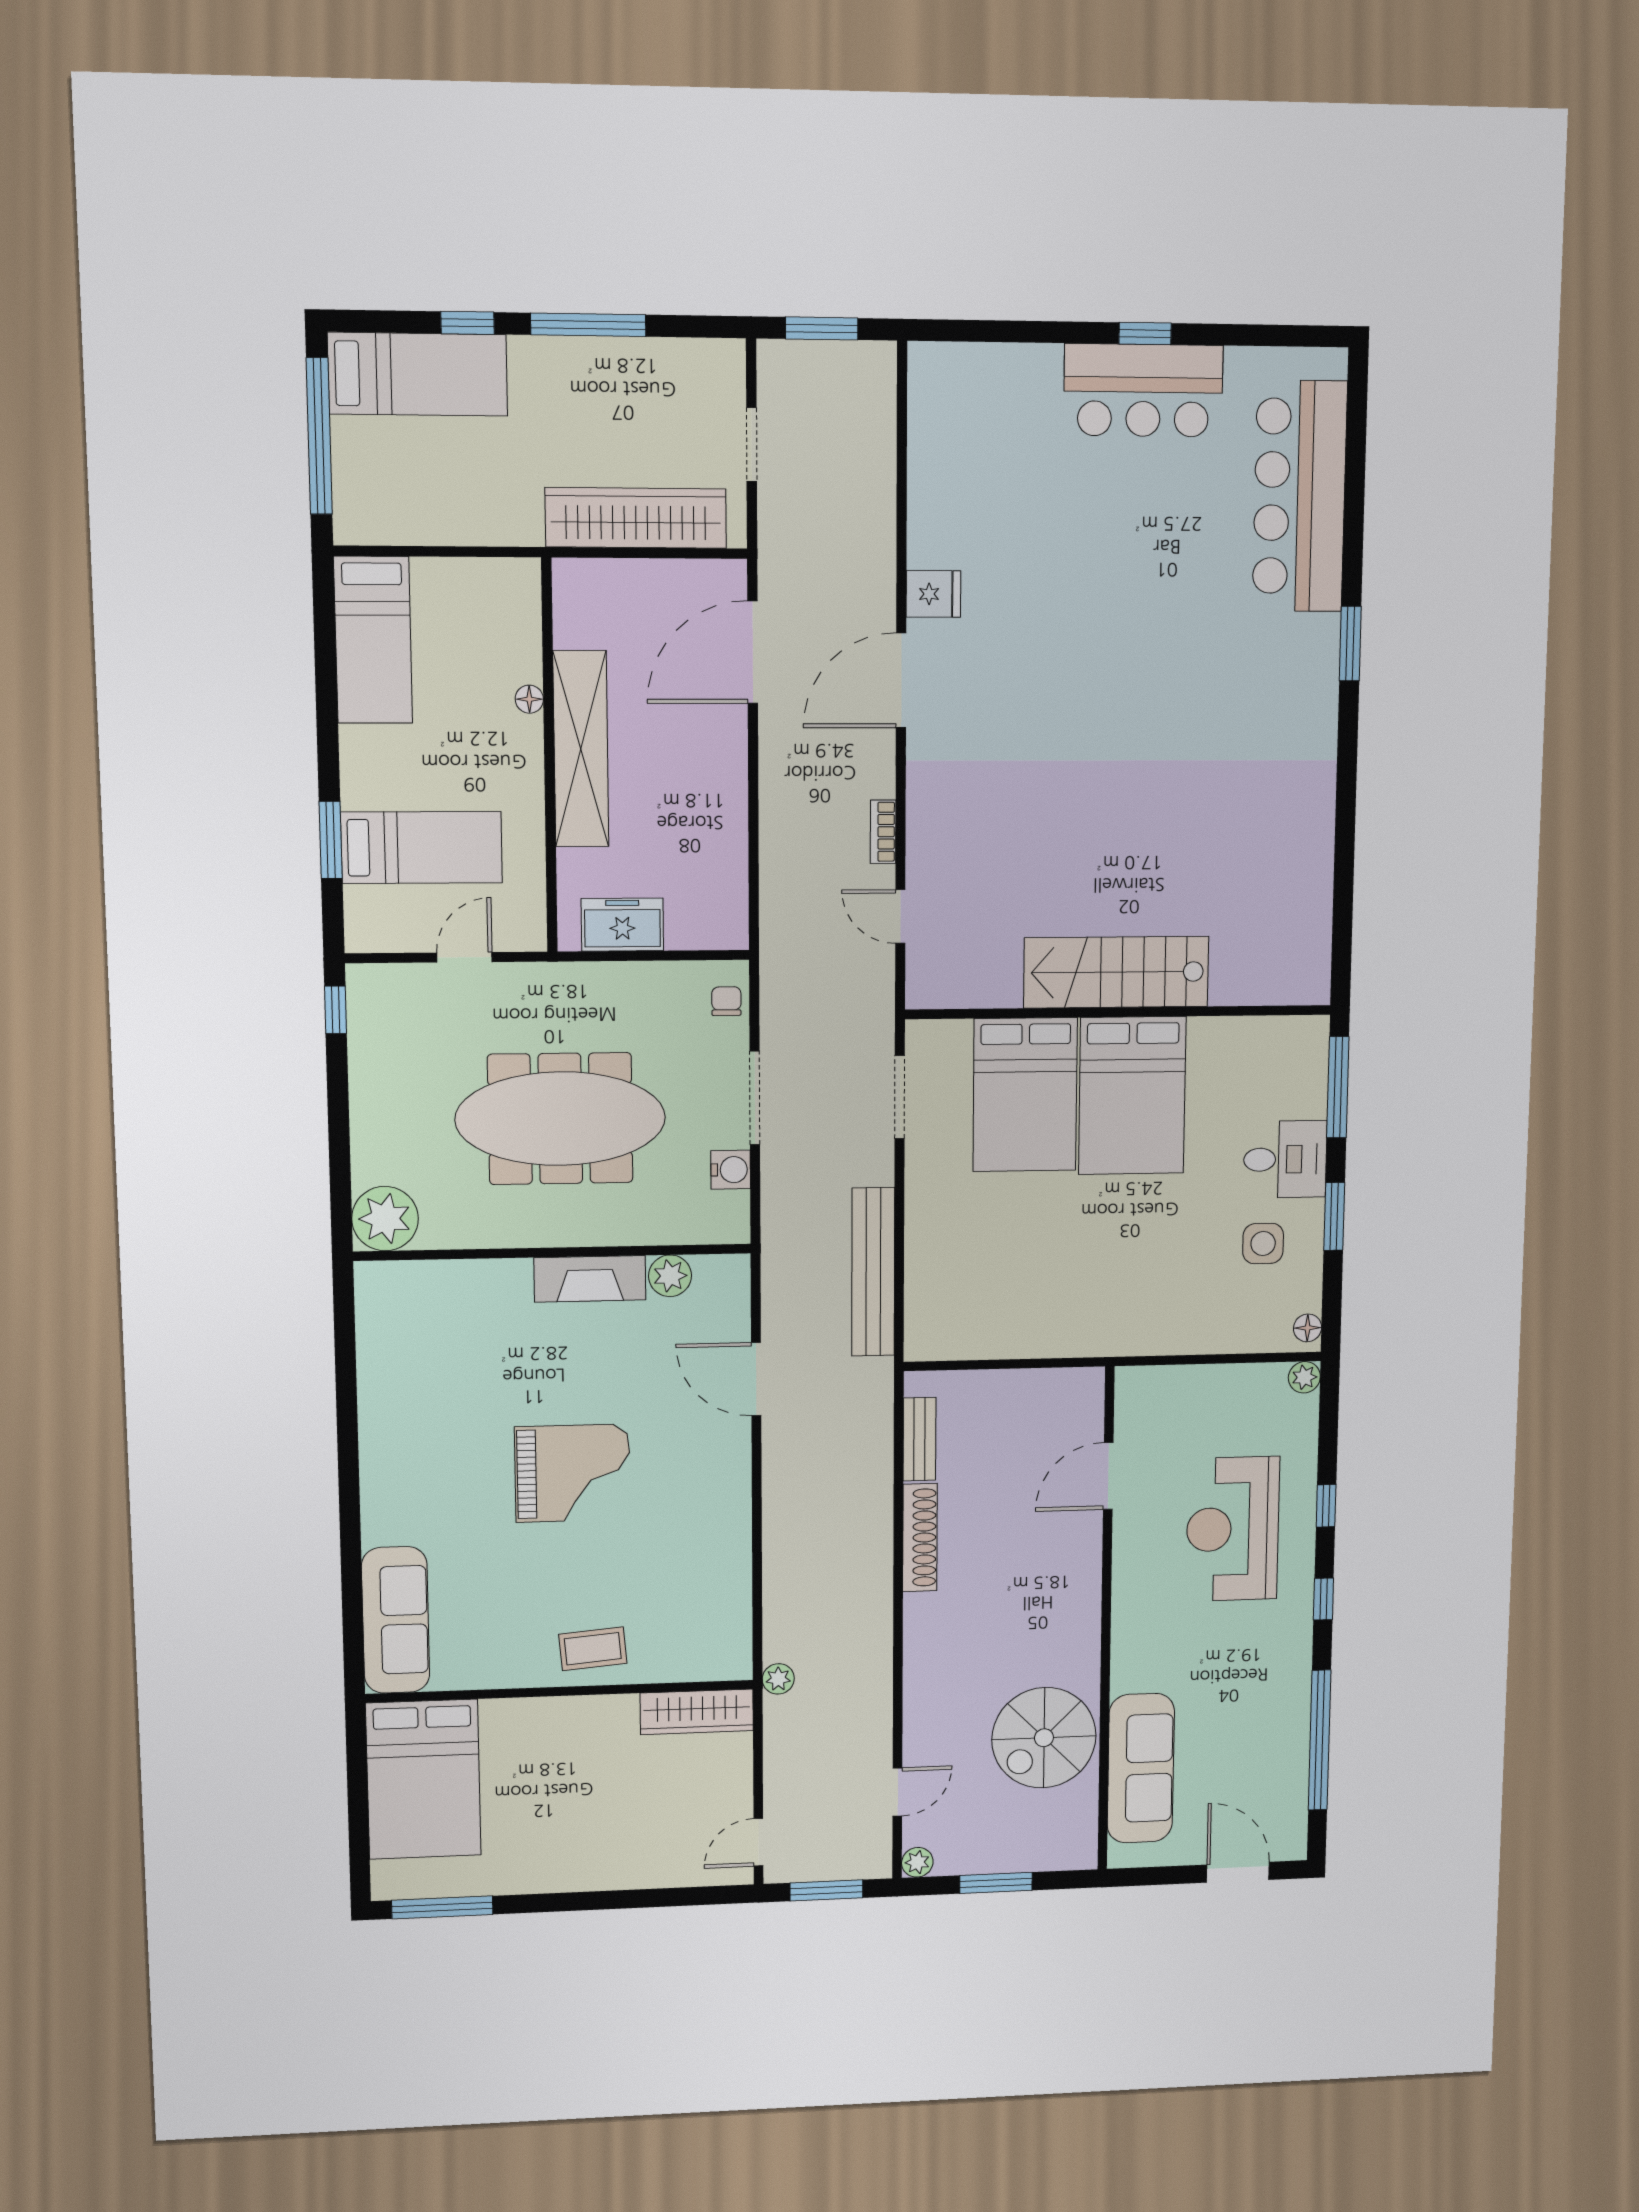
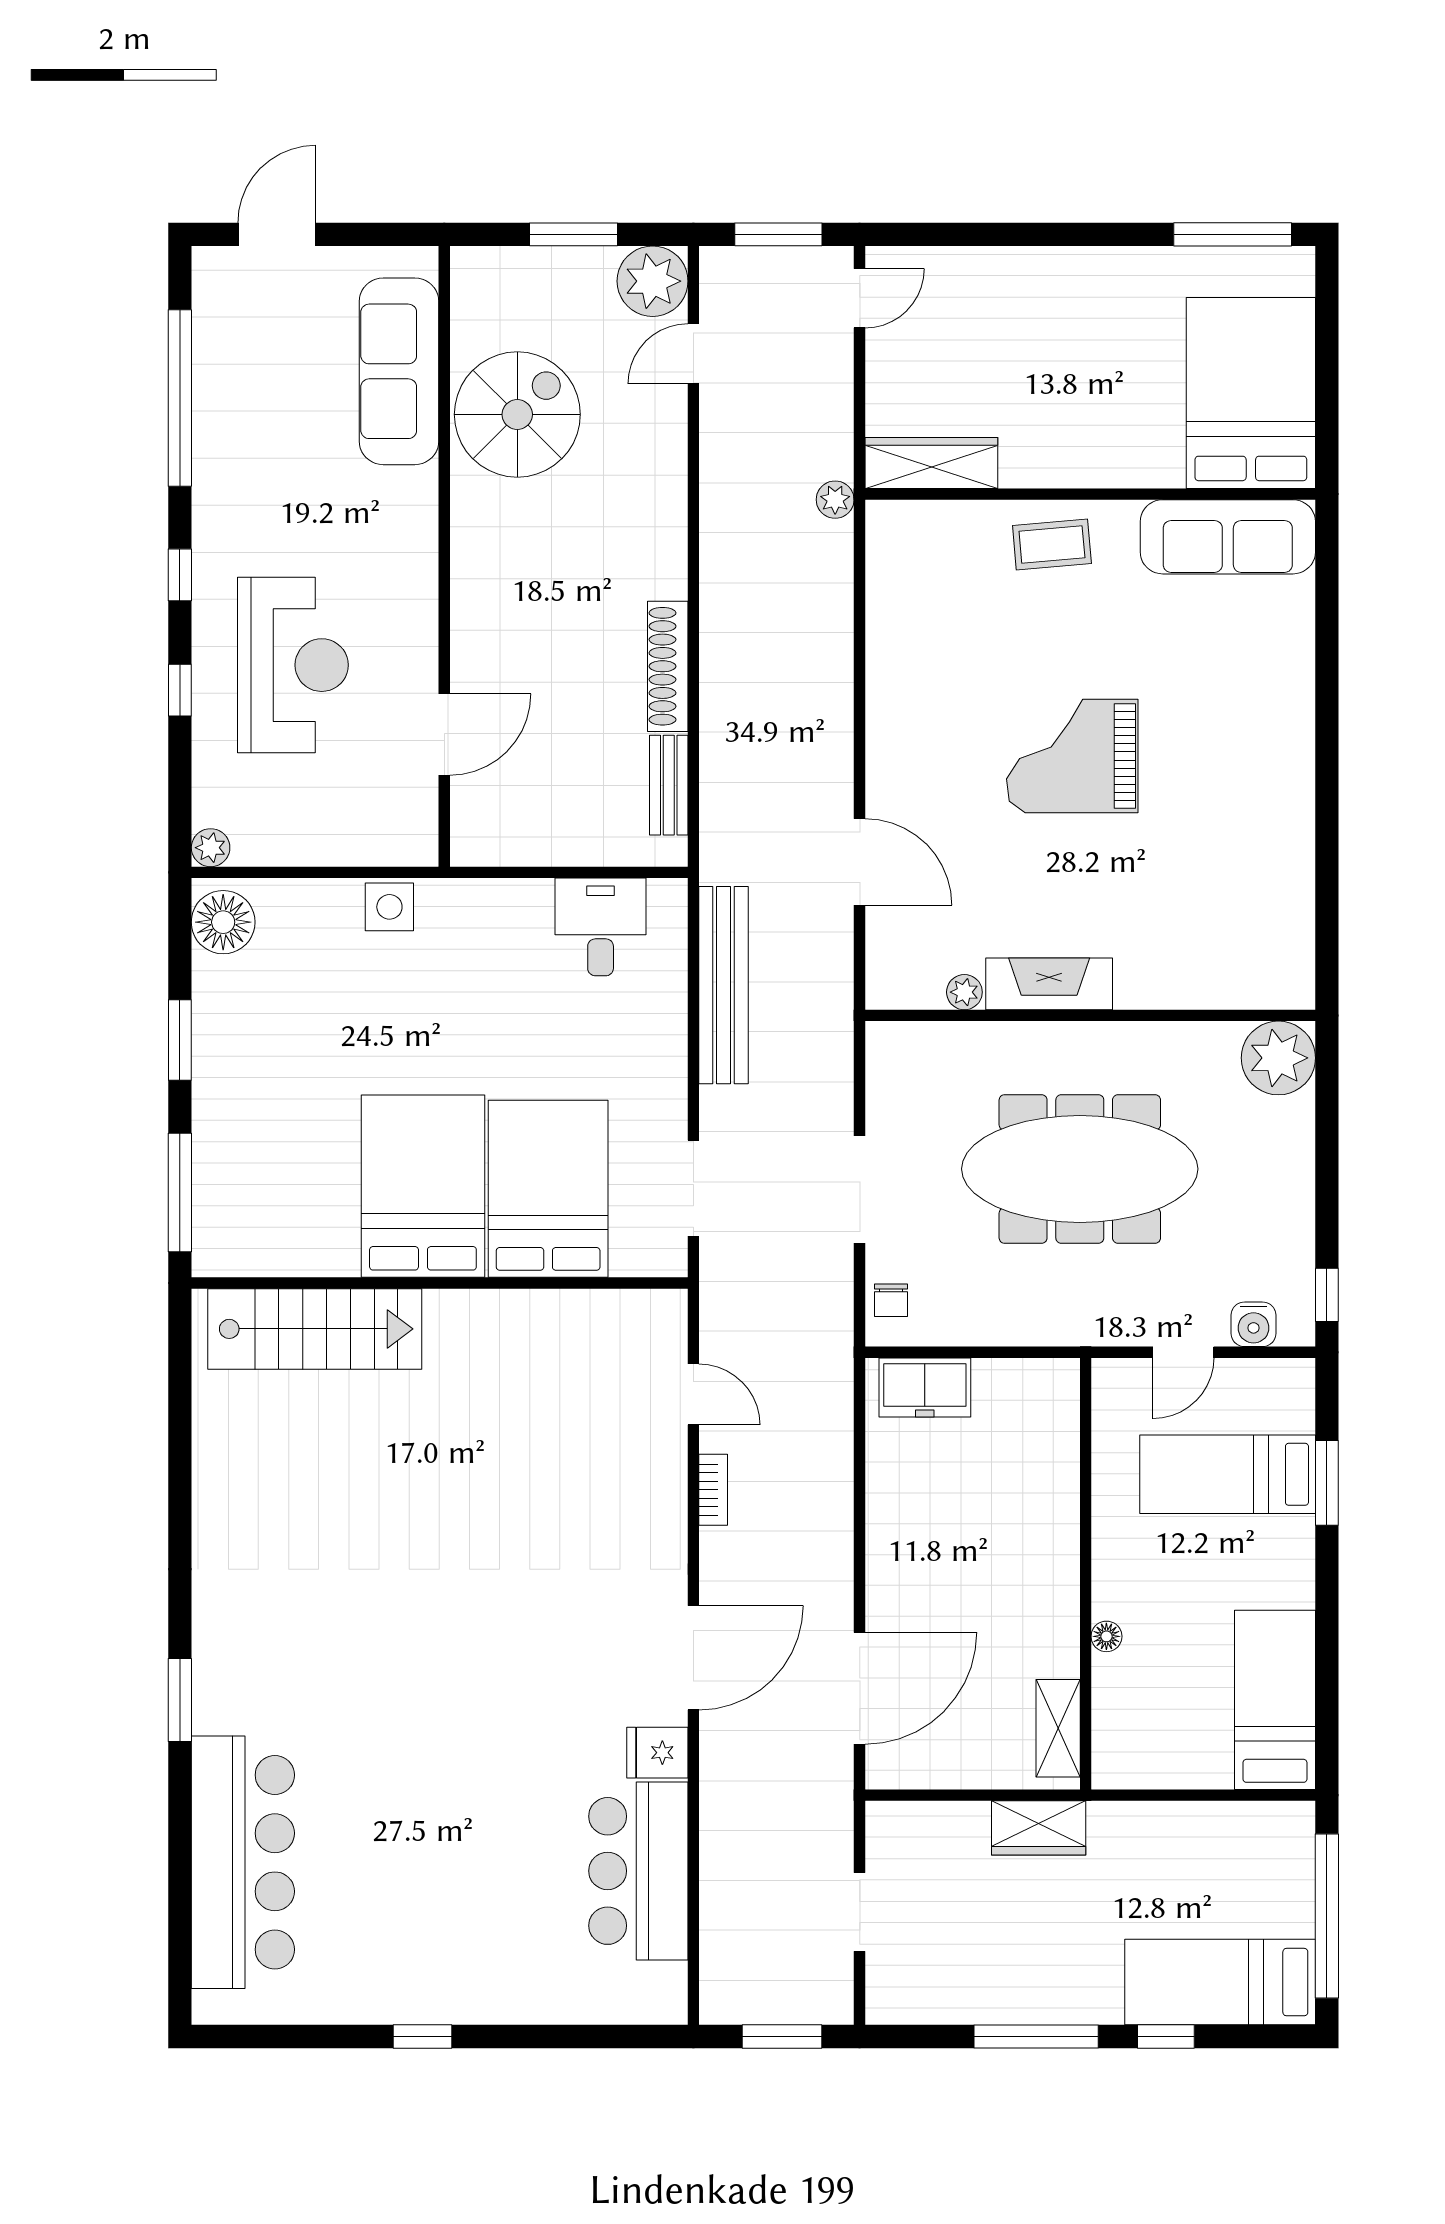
bar counter: (1143, 390) -> (638, 1871), moved, turned -90
wardrobe: (636, 518) -> (1039, 1828), width x0.48, depth x0.85
shelving: (581, 749) -> (1058, 1728), moved, width x0.45, depth x0.75
freezer: (622, 925) -> (925, 1387), moved
stairs: (1116, 972) -> (315, 1329), moved
desk: (1285, 1159) -> (601, 927), moved, turned 90
water cooler: (731, 1170) -> (1254, 1324), moved, turned -90
side table: (1263, 1244) -> (389, 907), moved
plant: (670, 1276) -> (964, 992), width x0.73, depth x0.73
floor lamp: (1308, 1328) -> (223, 922), width x1.89, depth x1.89
sofa: (396, 1620) -> (1228, 537), moved, turned -90
plant: (917, 1862) -> (653, 281), width x1.87, depth x1.87
door: (1238, 1872) -> (277, 234), swing flipped

